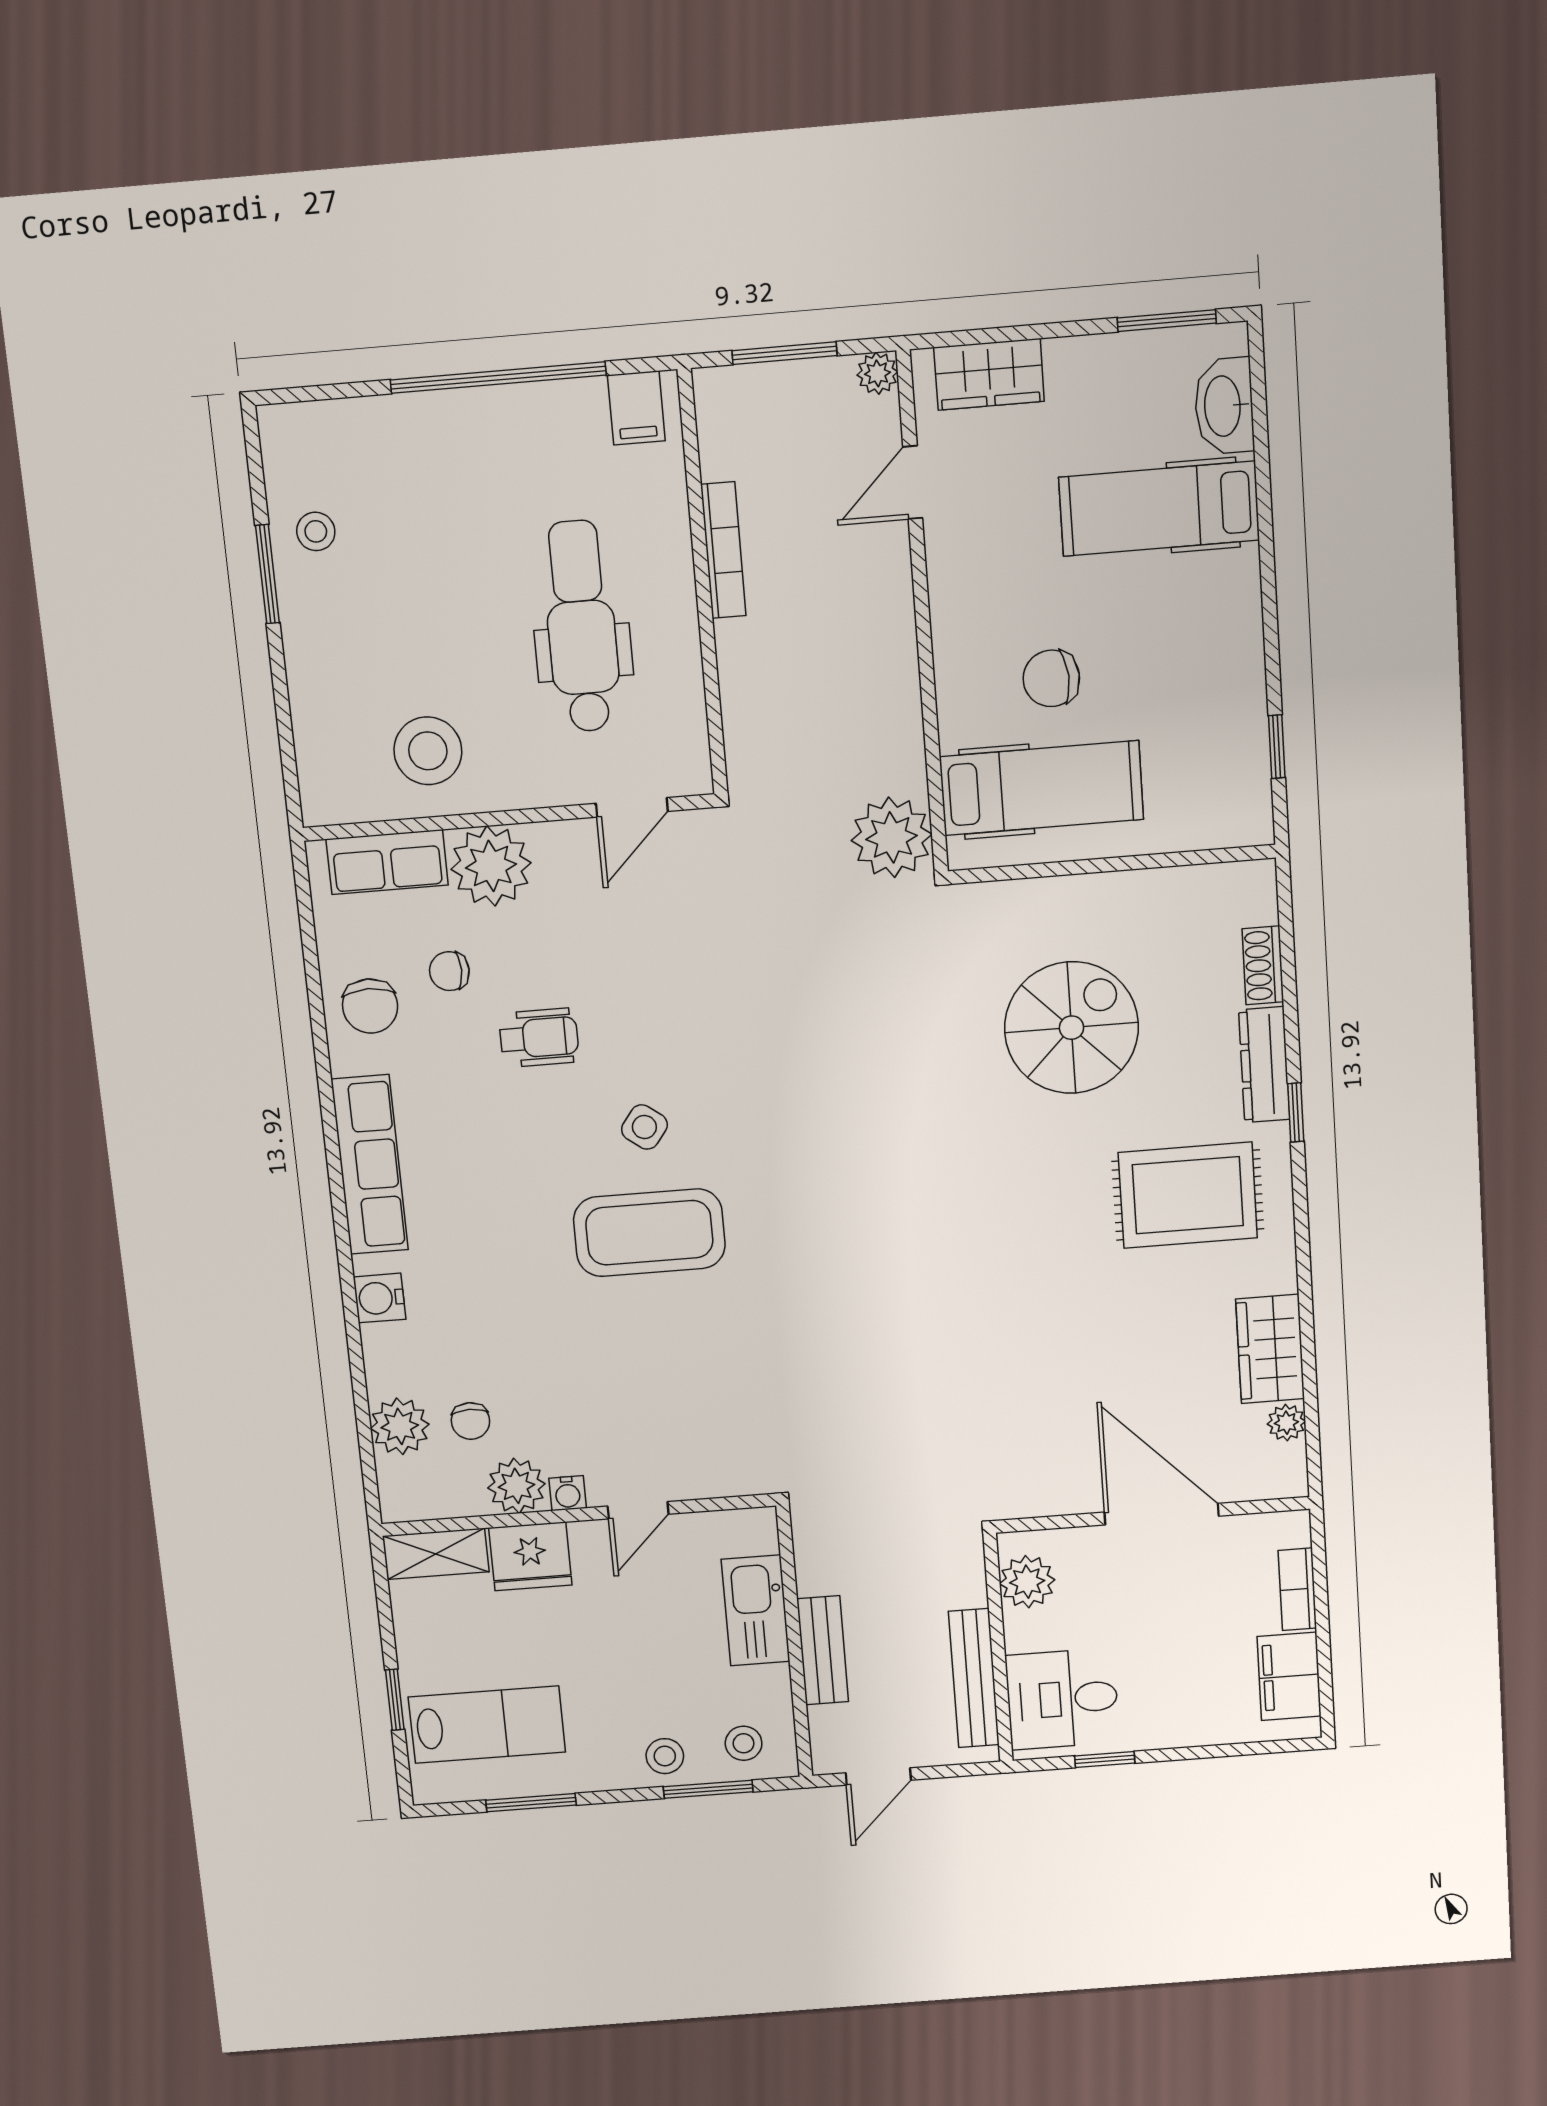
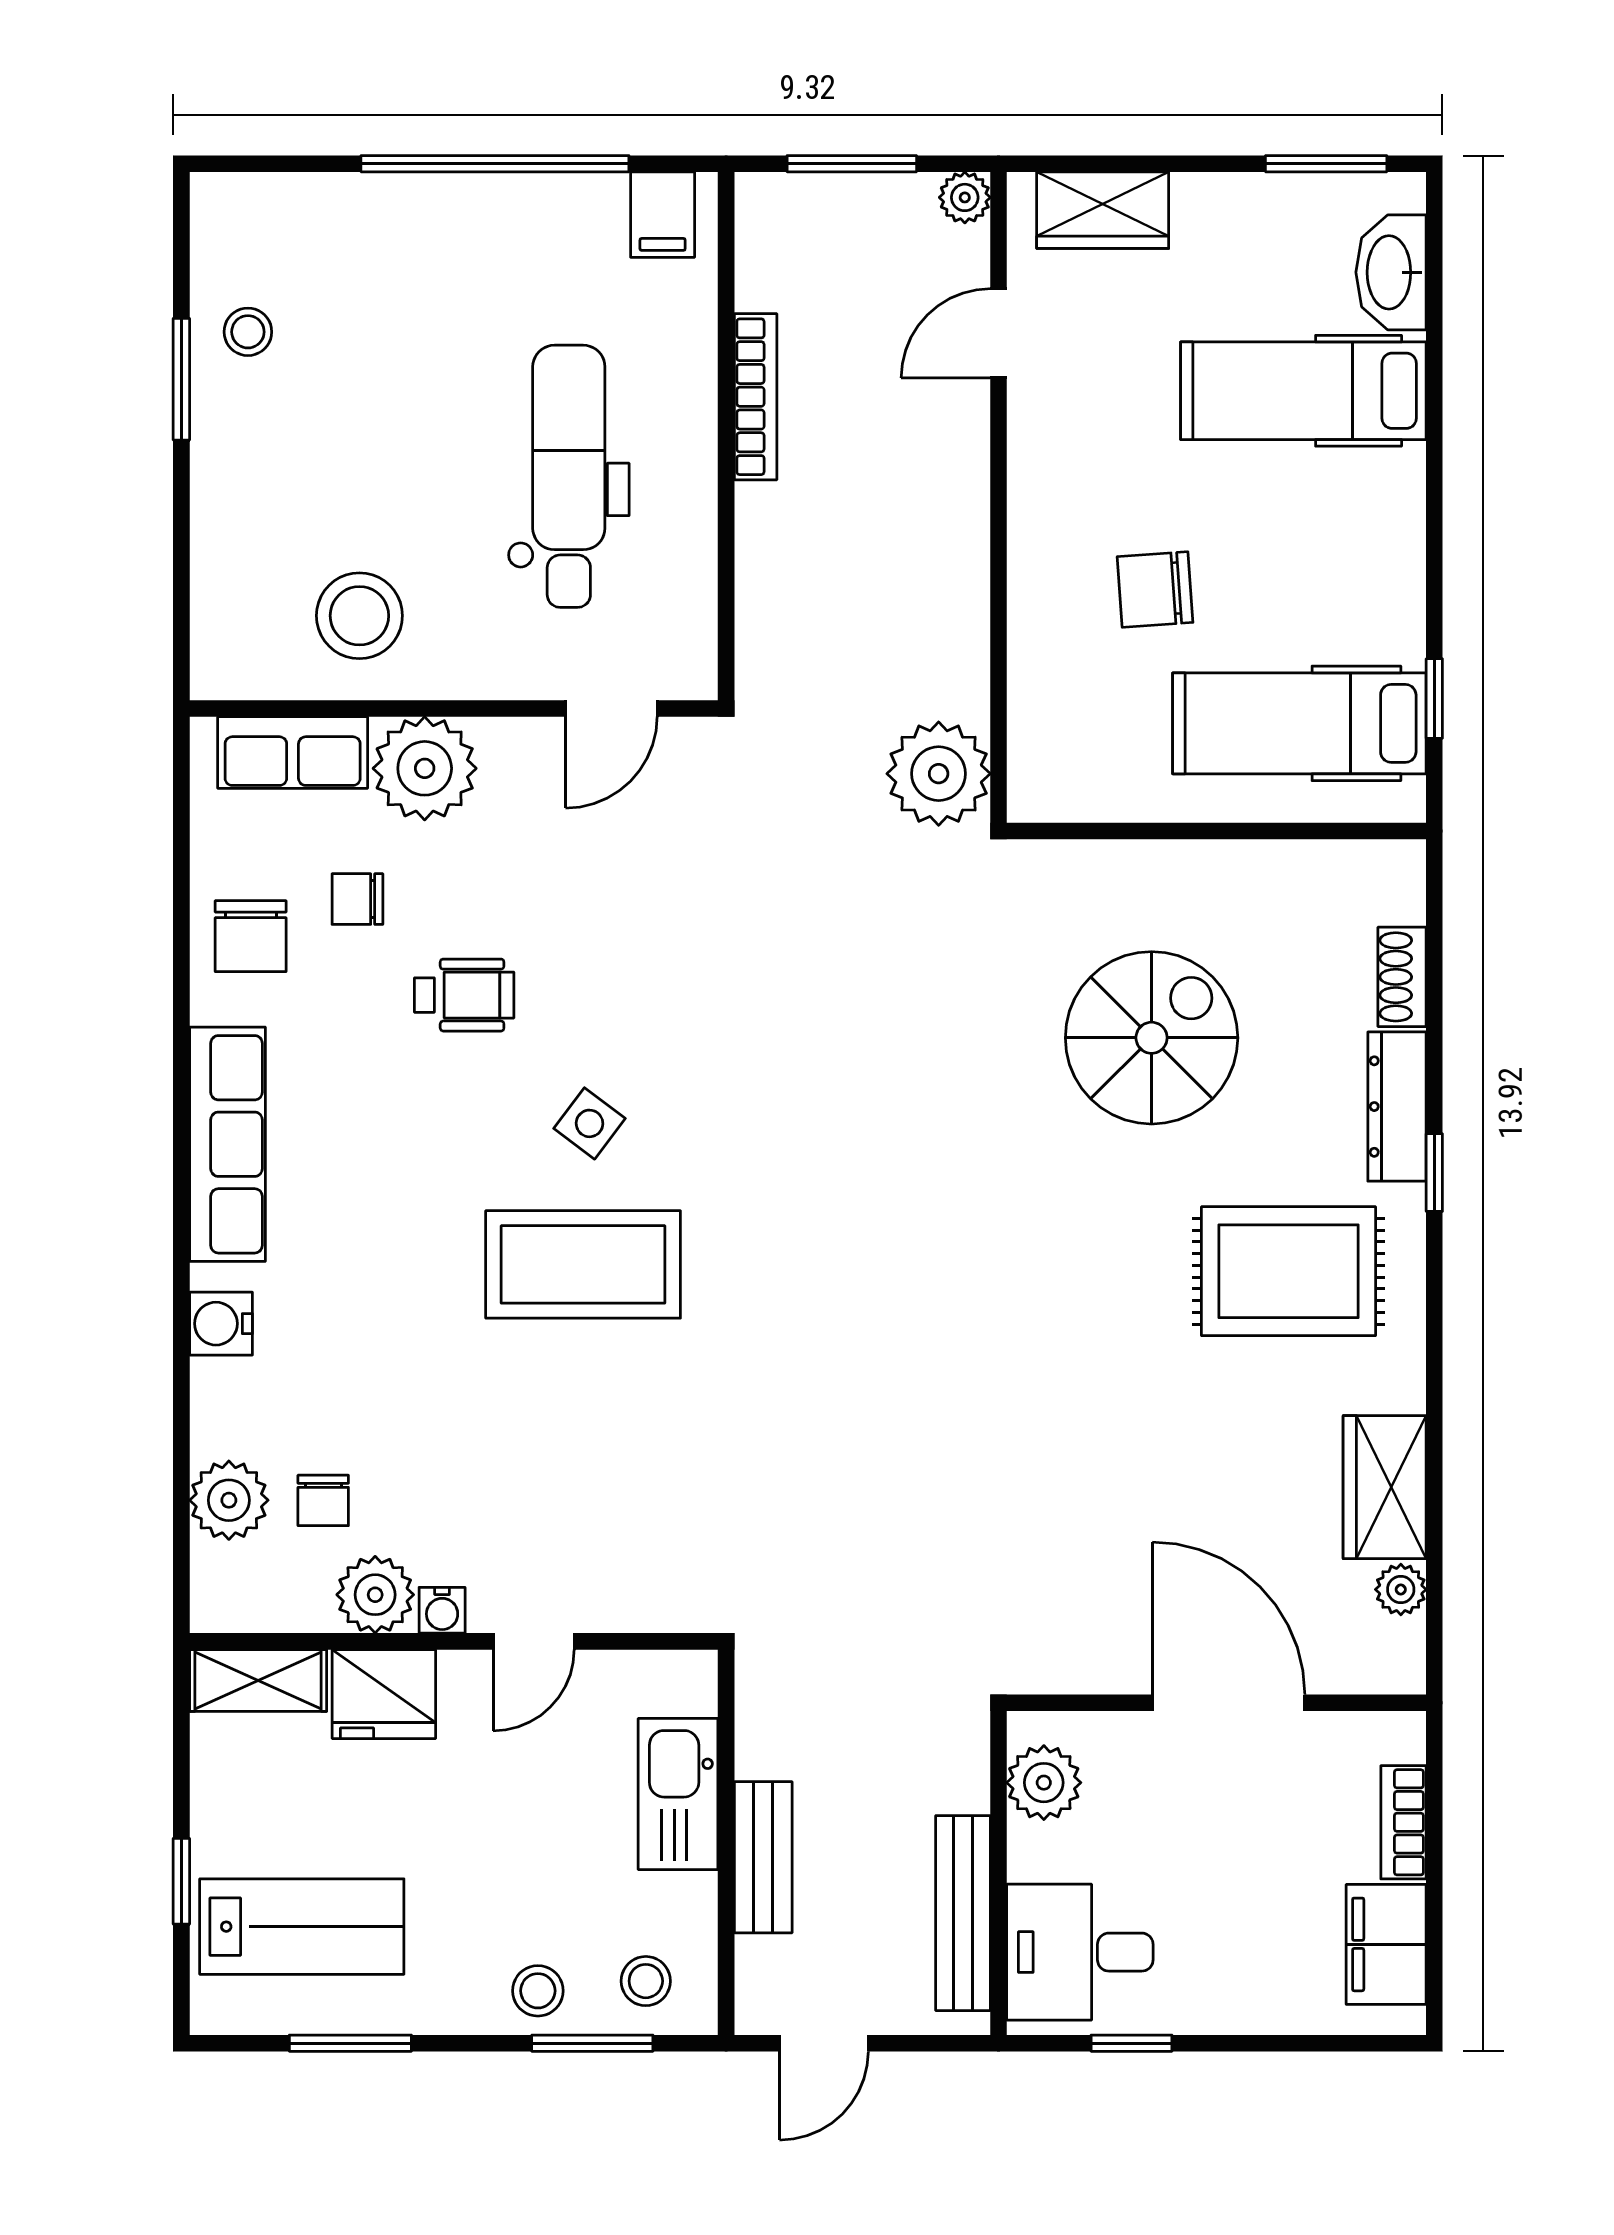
hospital bed: (1042, 788) -> (1299, 723), moved, turned 180

